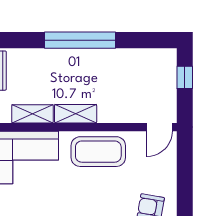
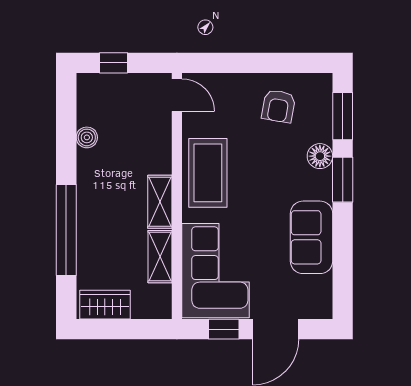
window: (80, 40) -> (66, 230), moved
boiler: (126, 56) -> (87, 137), added

